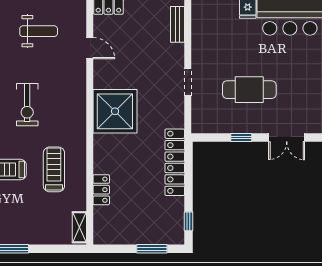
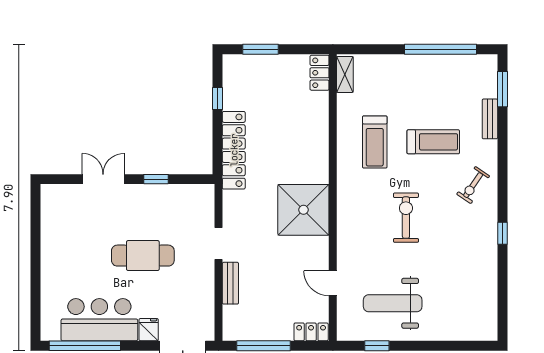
bench: (178, 24) -> (230, 283), moved
weight bench: (39, 31) -> (393, 303), width x1.36, depth x1.33
cafe table: (249, 90) -> (143, 256), moved
locker: (101, 190) -> (320, 73), moved
window: (189, 221) -> (218, 99), moved

